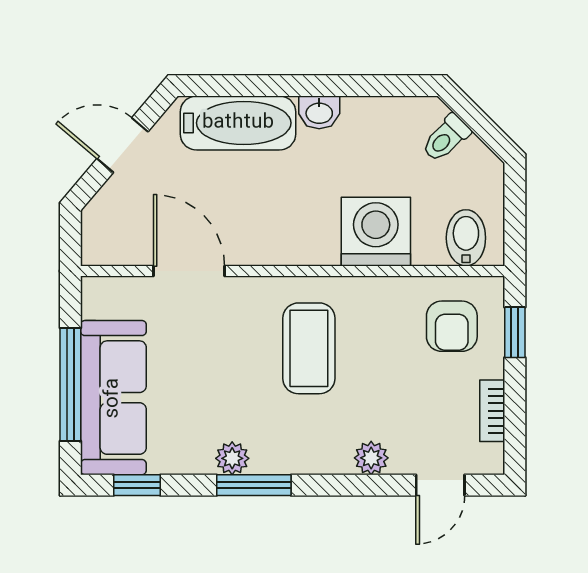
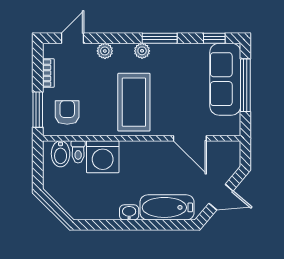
toilet: (446, 138) -> (78, 152), moved, turned 135
window: (515, 332) -> (38, 110), width x1.50
coffee table: (309, 348) -> (134, 102), width x1.36, depth x1.32
plant: (232, 458) -> (142, 51), moved

